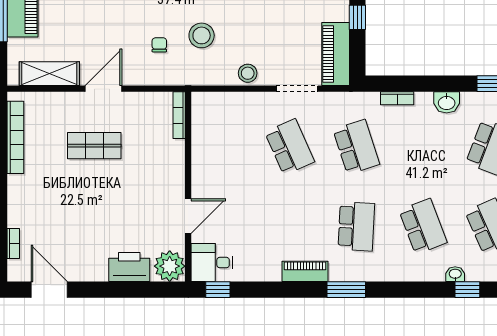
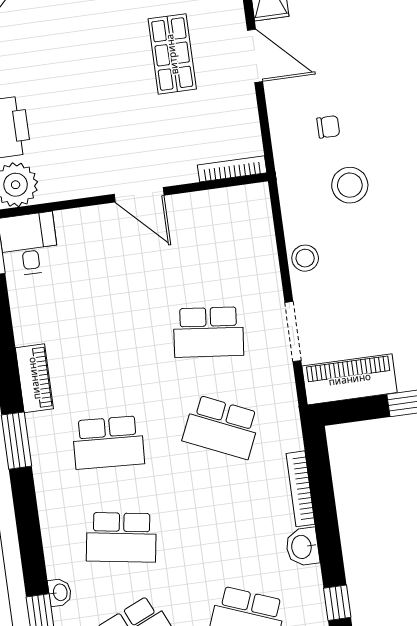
bookcase: (397, 98) -> (300, 489), width x1.56
school desk: (290, 147) -> (209, 332), turned 30
school desk: (356, 147) -> (222, 427), turned 42
door: (188, 216) -> (139, 195), moved
school desk: (423, 226) -> (121, 537), turned 30

